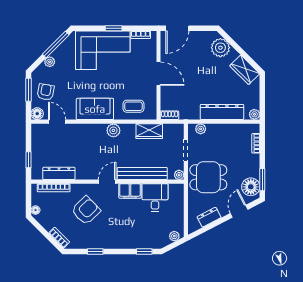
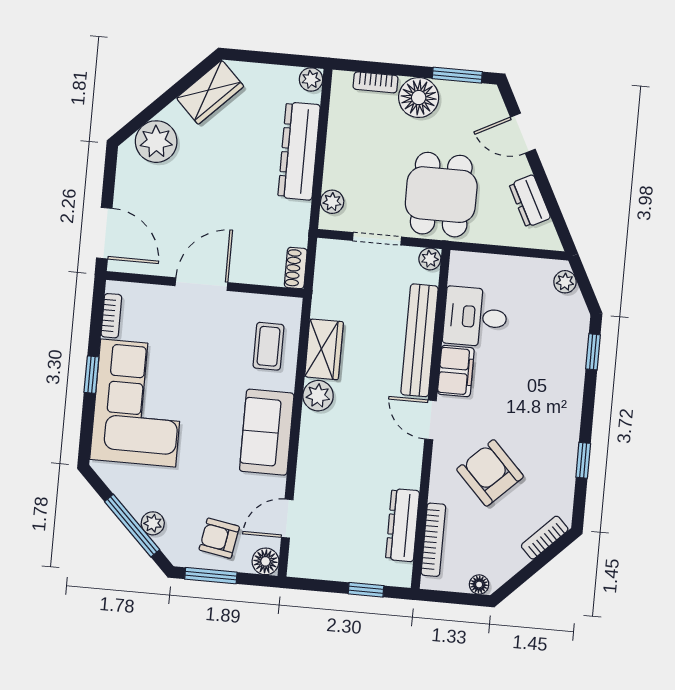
window: (56, 44) -> (132, 526), moved
wardrobe: (149, 131) -> (324, 349), moved
floor lamp: (251, 187) -> (419, 98), moved

